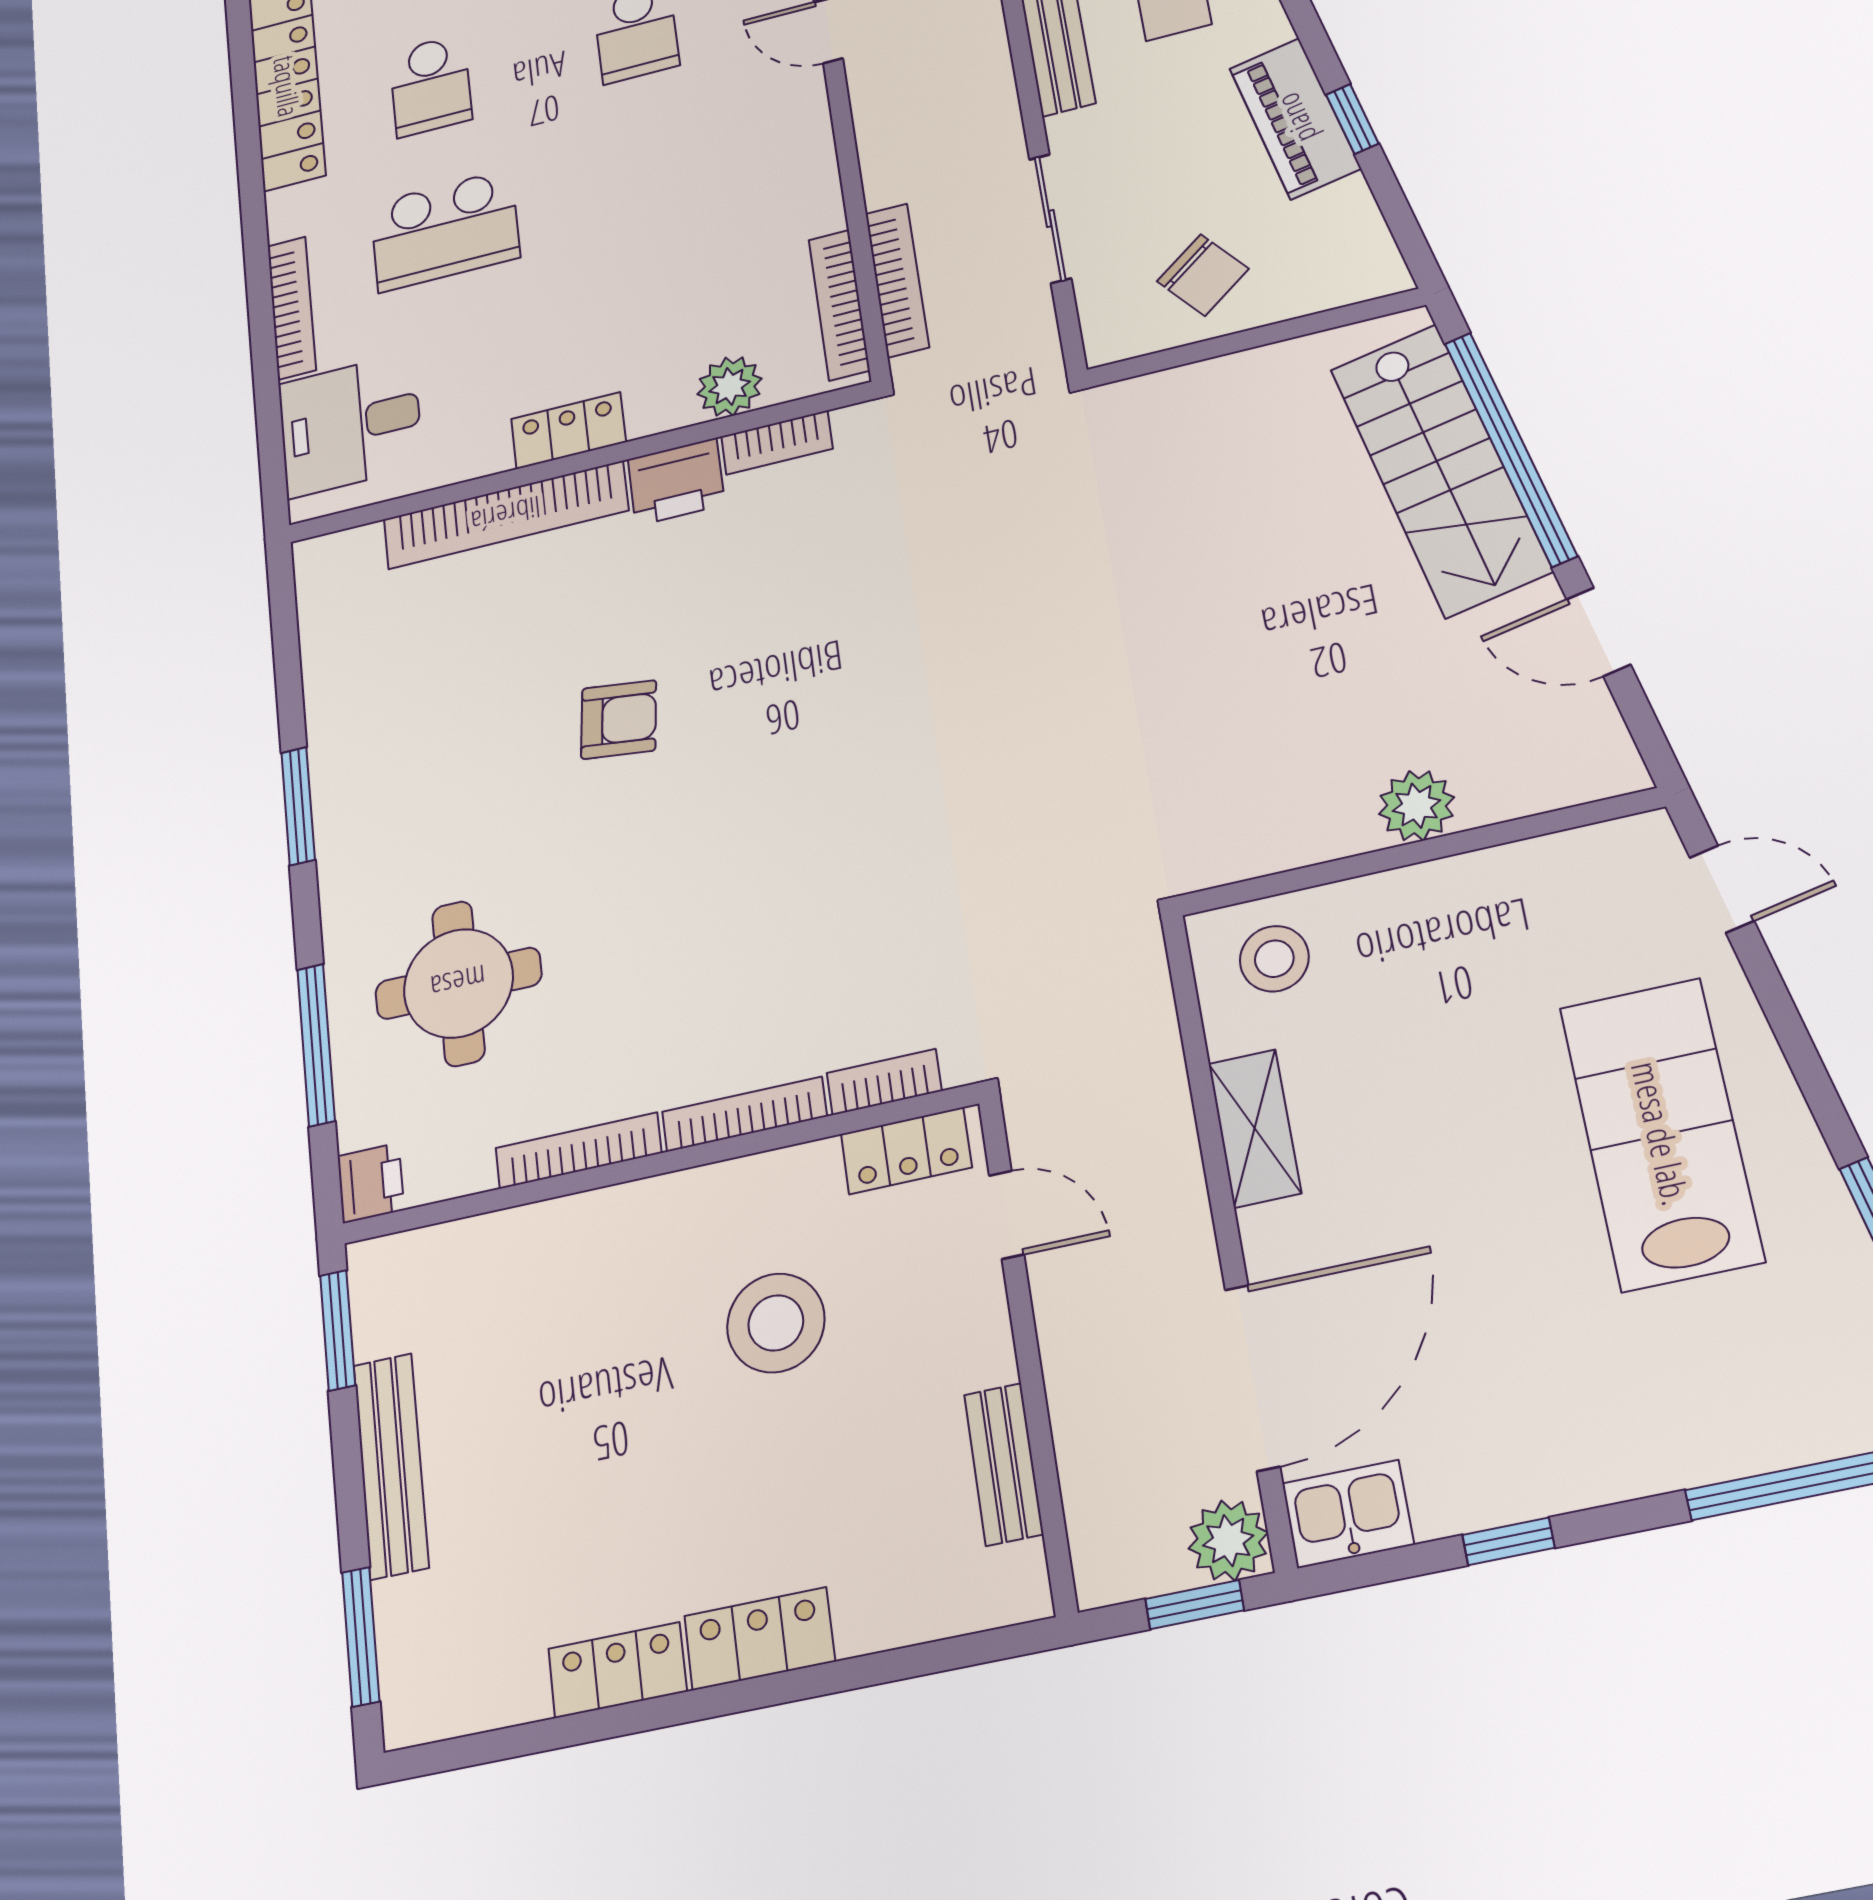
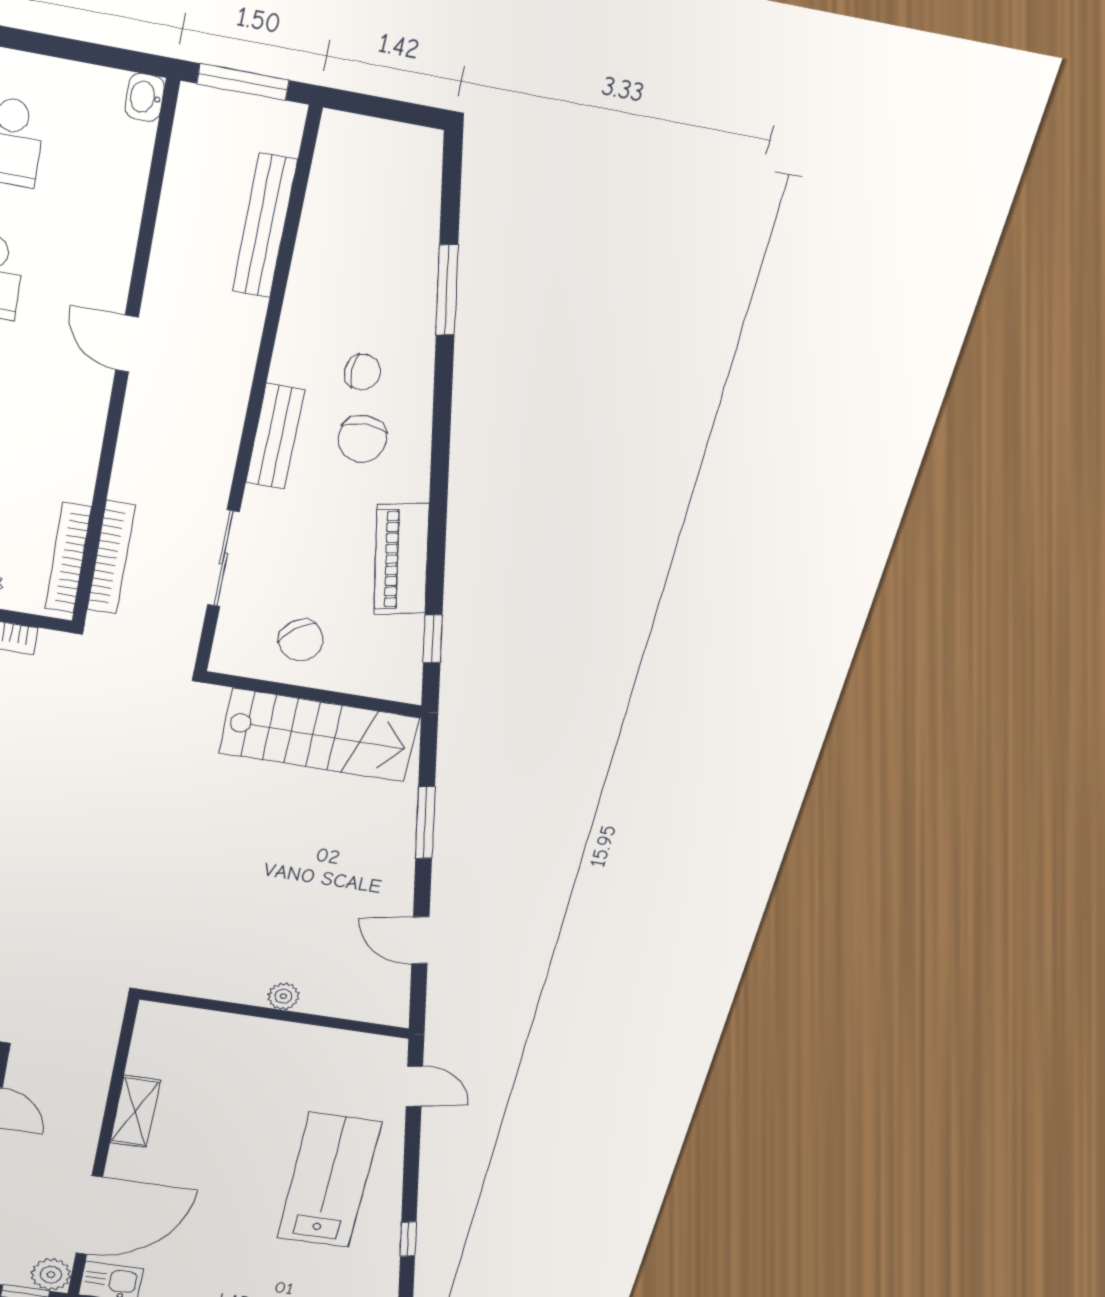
window: (1352, 119) -> (433, 639), moved
window: (1510, 449) -> (425, 823), width x0.47
stairs: (1441, 469) -> (319, 735), moved, turned -79
plant: (1417, 806) -> (283, 996), width x0.73, depth x0.73
stool: (1274, 959) -> (178, 1038), removed

